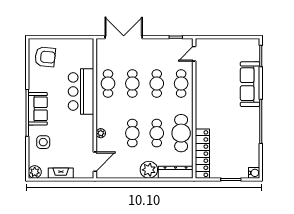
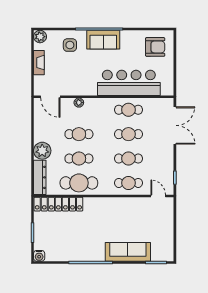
armchair: (45, 57) -> (155, 47), turned -96
bar counter: (81, 91) -> (129, 83), width x1.36

